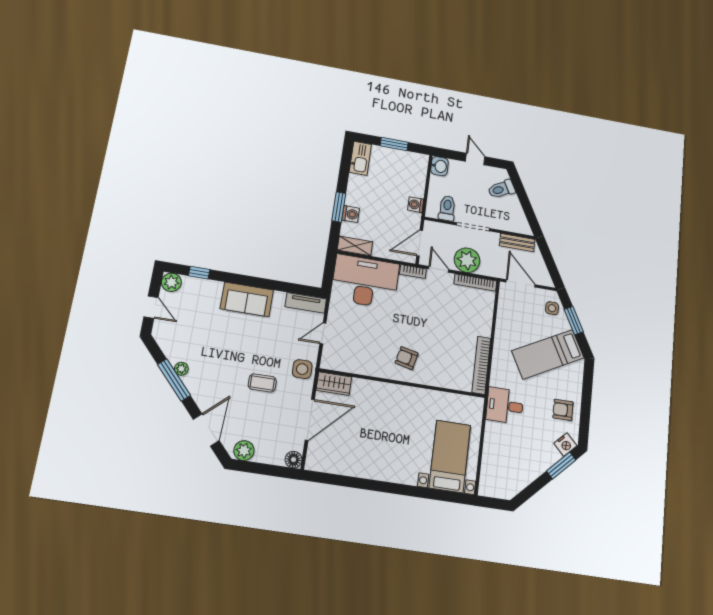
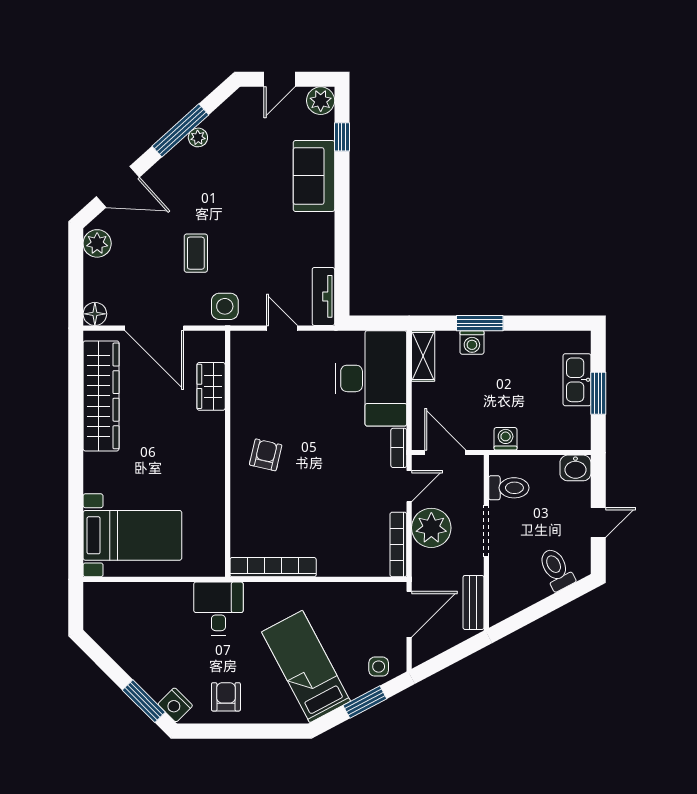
kitchen sink: (360, 158) -> (577, 380), moved, turned 90
sofa: (247, 299) -> (314, 176), moved
wardrobe: (334, 384) -> (211, 386), moved
wardrobe: (352, 464) -> (101, 396), added

